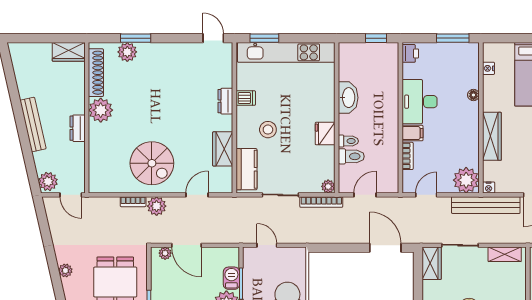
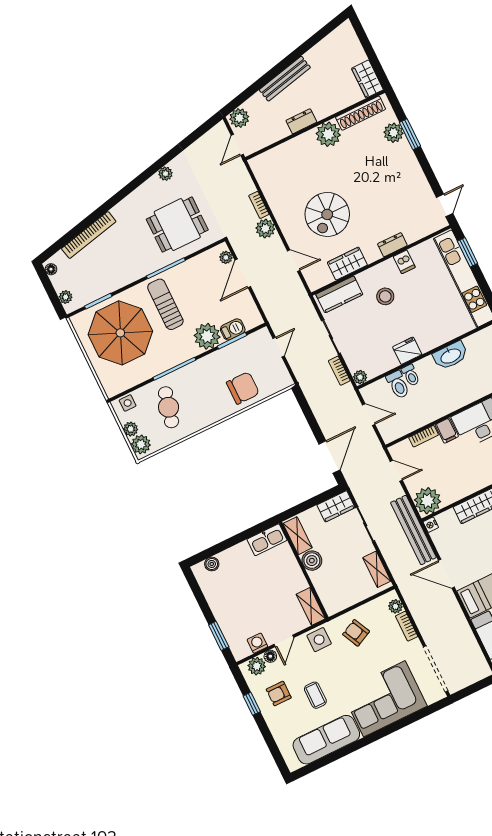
spiral stairs: (152, 163) -> (327, 214), moved
bookcase: (321, 202) -> (339, 371), width x0.64

